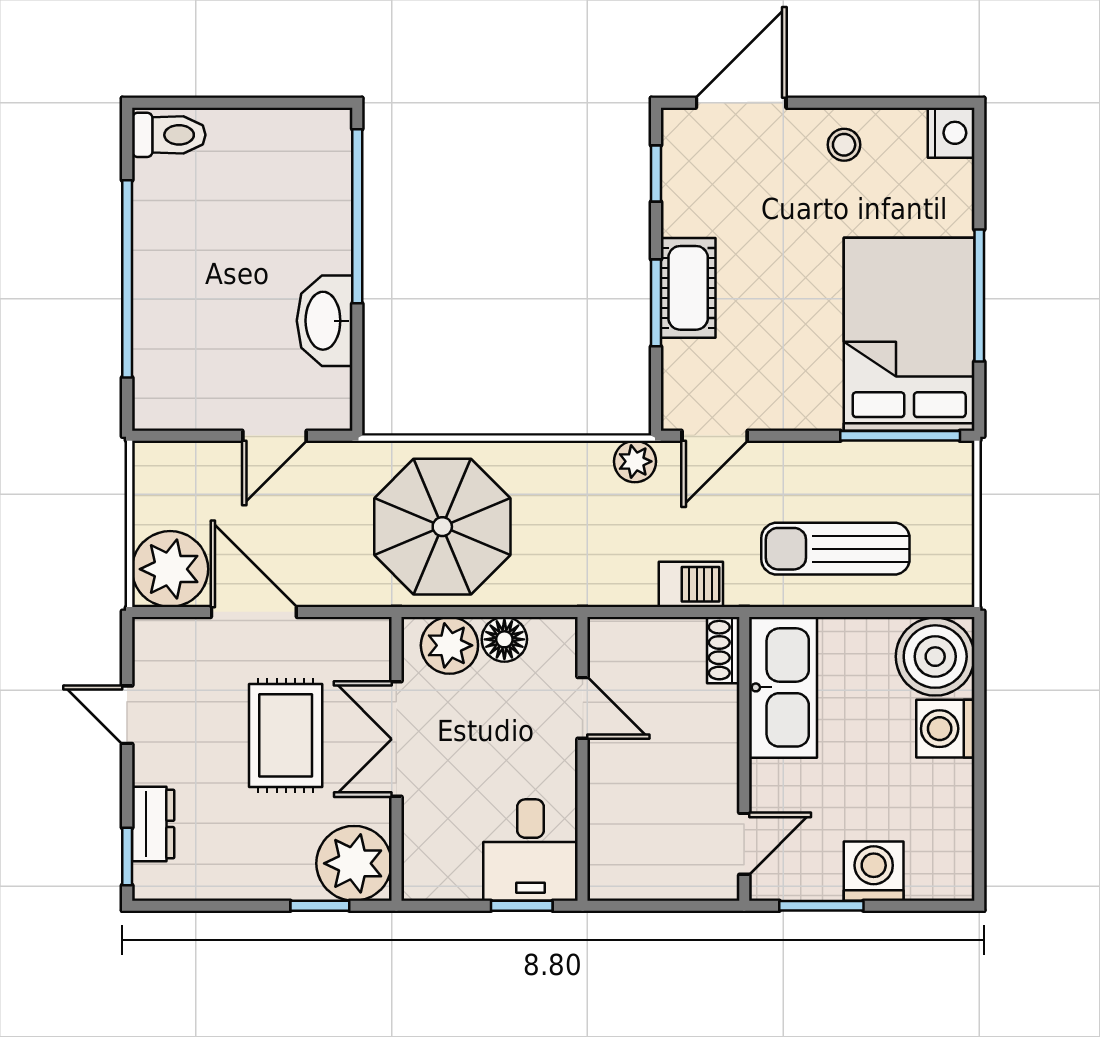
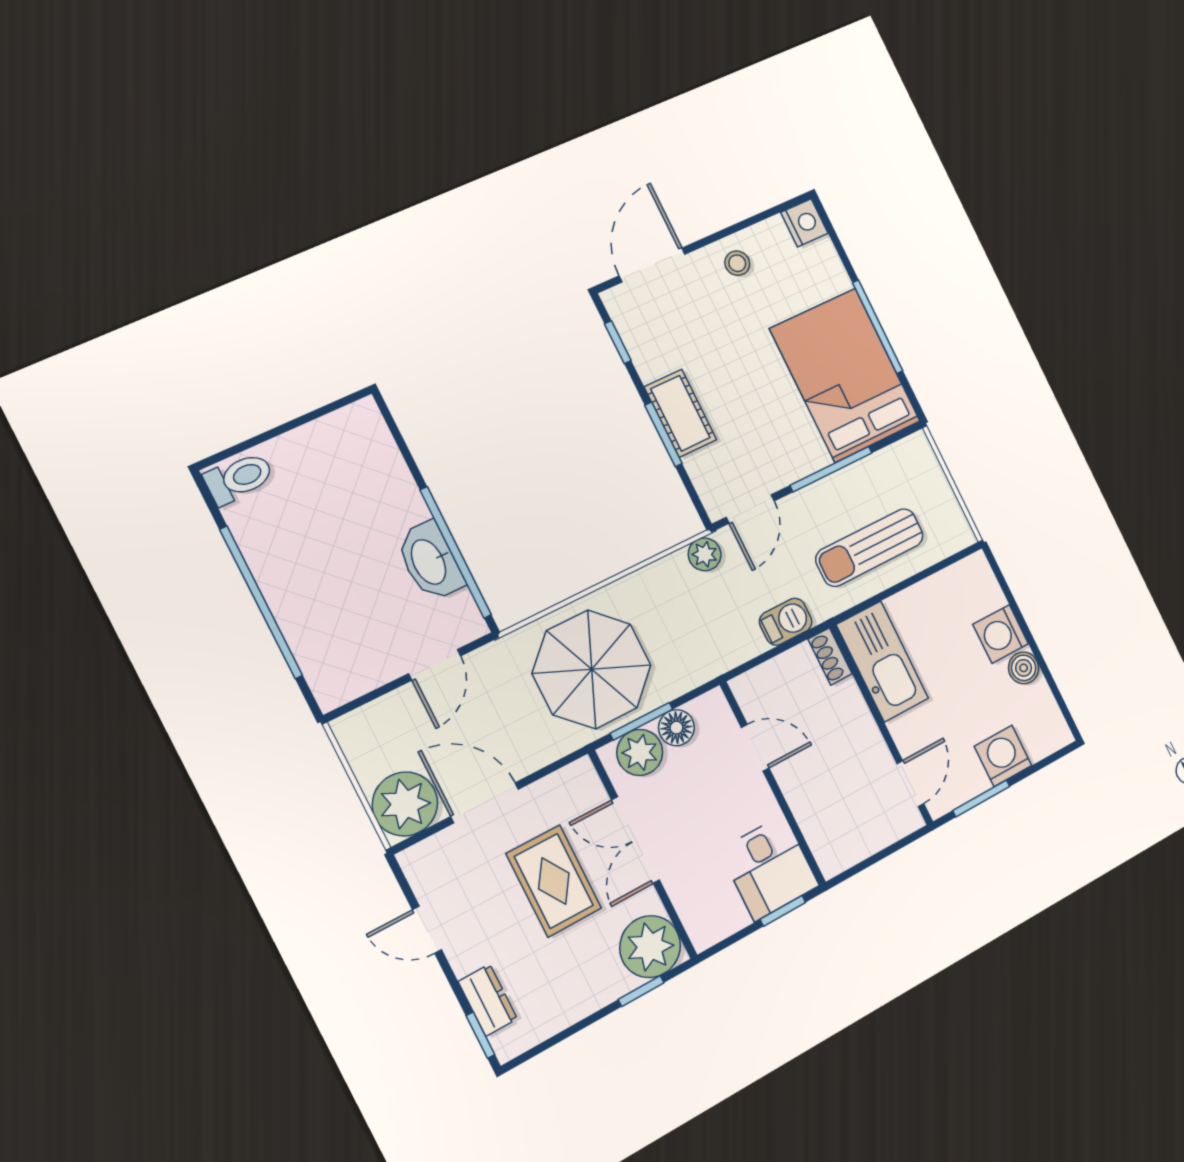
window: (357, 216) -> (456, 552), moved
window: (900, 436) -> (831, 469), moved
window: (469, 612) -> (641, 721), added
boiler: (935, 657) -> (1024, 668), moved, width x0.54, depth x0.54

